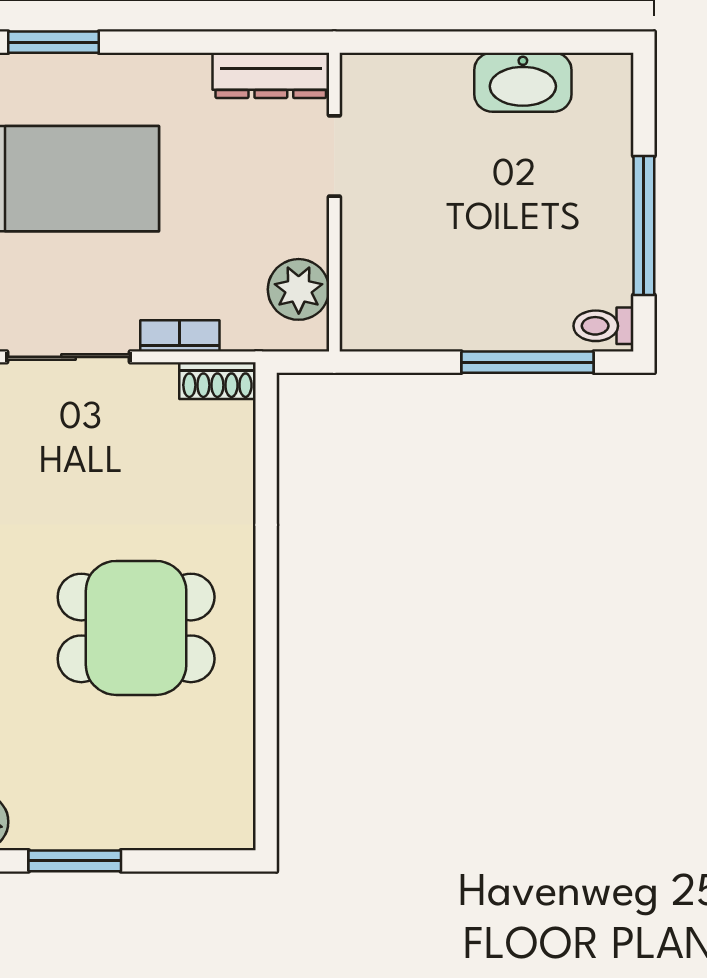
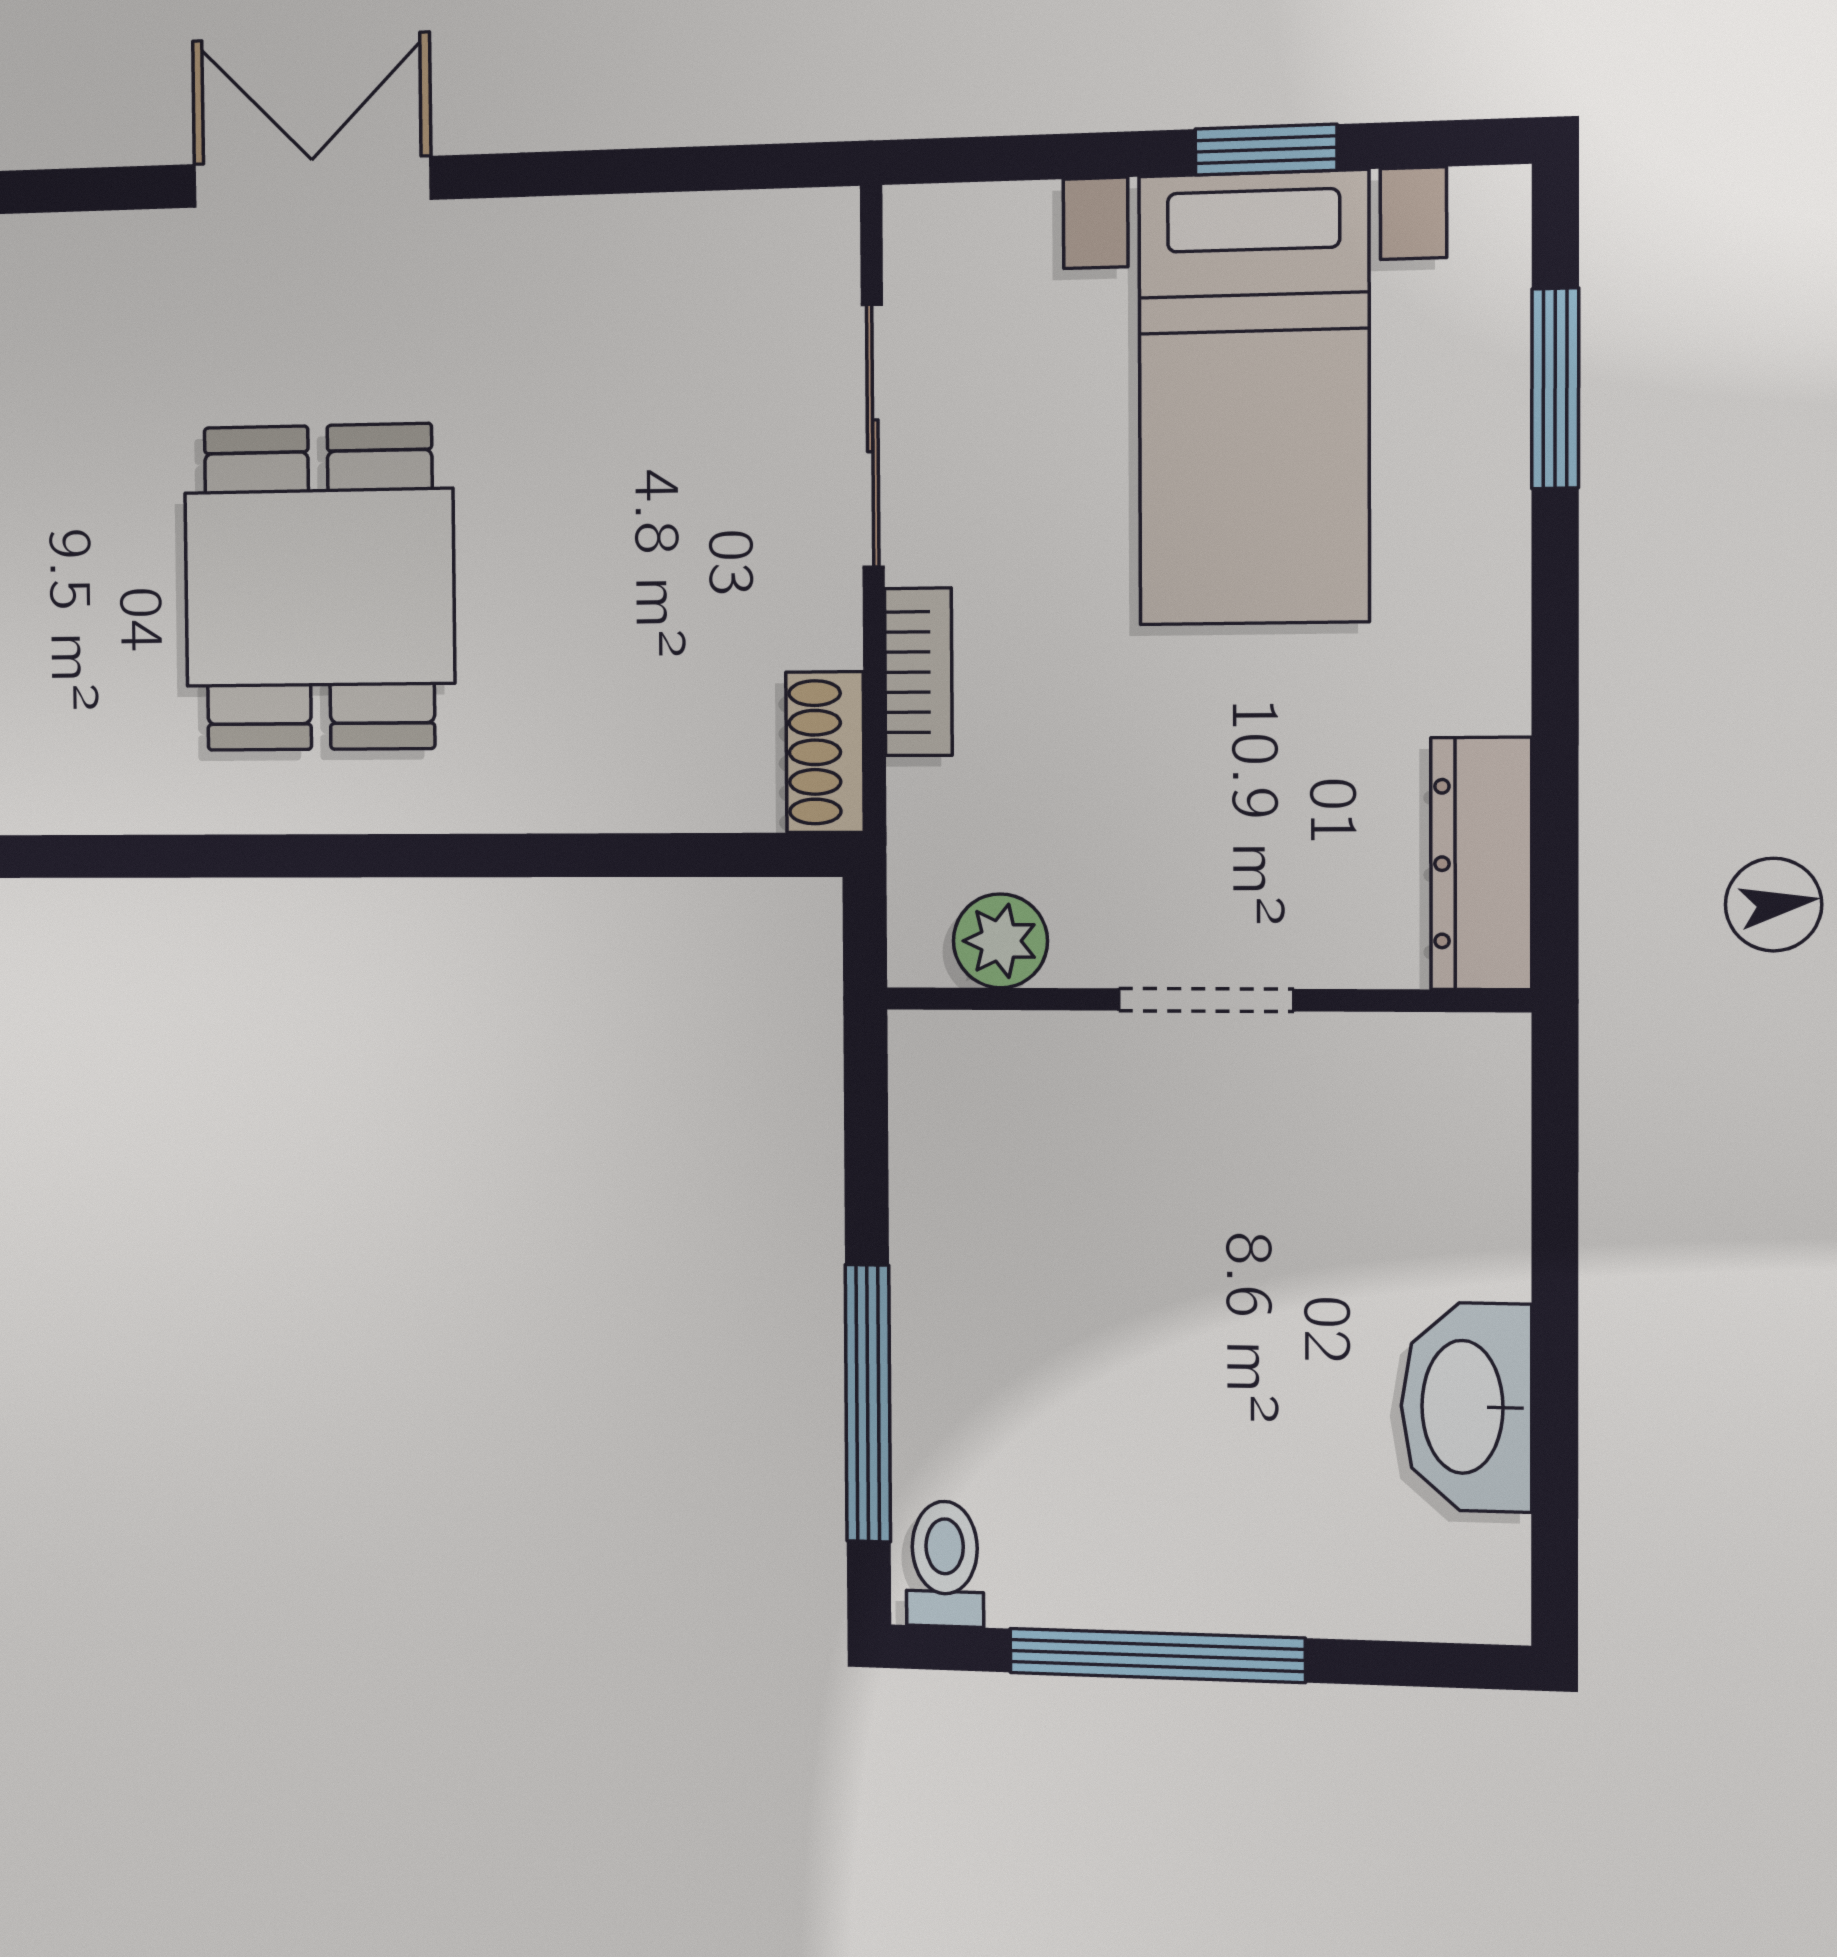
doorway: (334, 156) -> (1206, 1000), moved
plant: (299, 289) -> (1000, 941), width x0.73, depth x0.73

